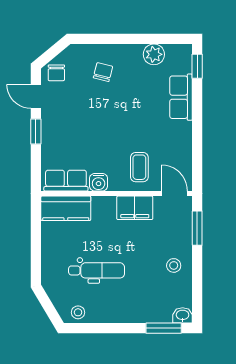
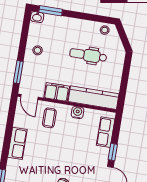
row of seats: (181, 97) -> (17, 143), moved
row of seats: (66, 181) -> (106, 132), moved, turned 90
kitchen counter: (66, 208) -> (94, 98), width x1.50

